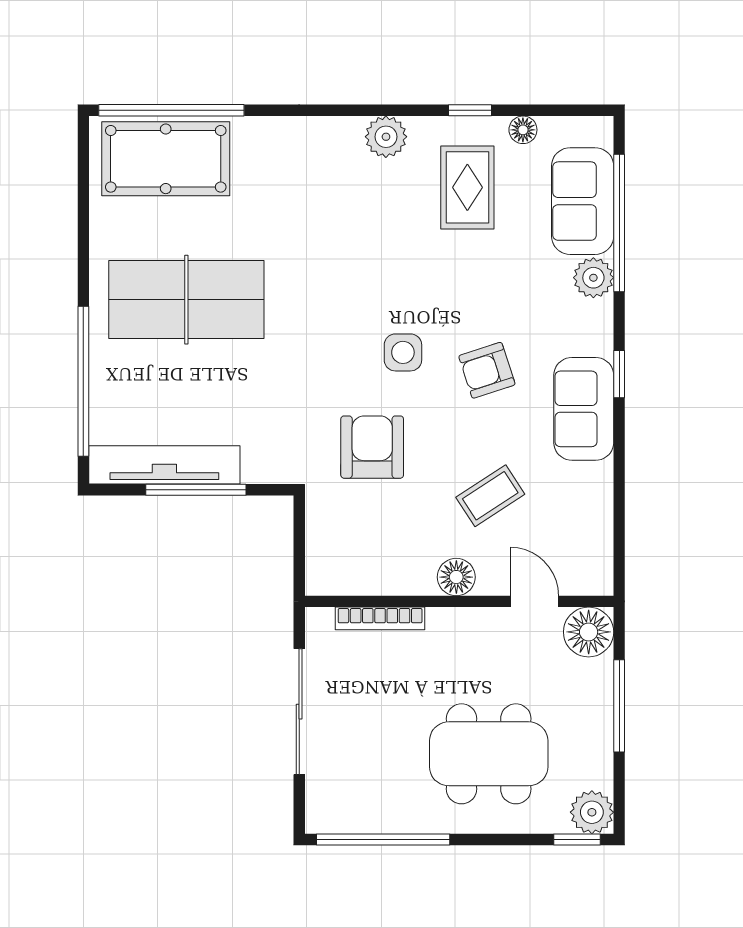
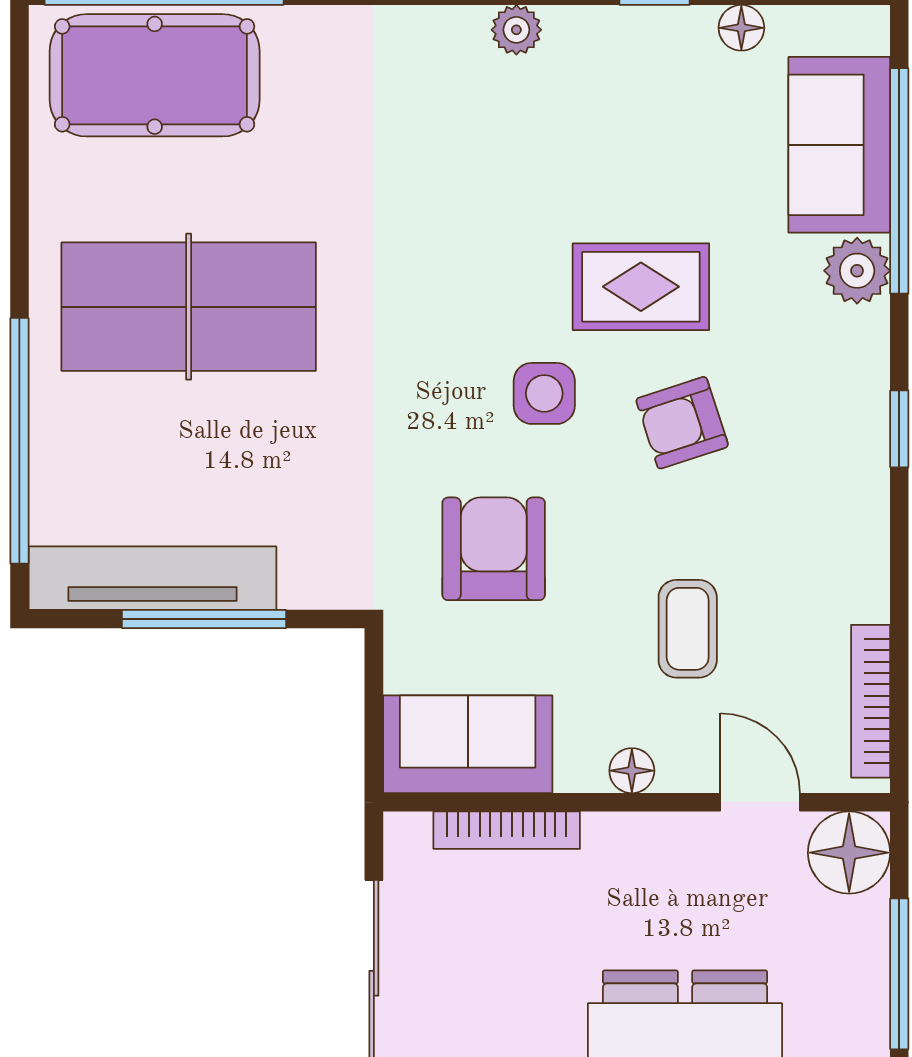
plant: (386, 137) -> (516, 30), width x0.73, depth x0.73
rug: (467, 187) -> (641, 287), moved, turned 90
sofa: (584, 409) -> (468, 744), moved, turned 90
coffee table: (490, 496) -> (688, 629), turned -57
bookcase: (602, 540) -> (871, 701), added
floor lamp: (456, 577) -> (632, 771), width x0.73, depth x0.73

